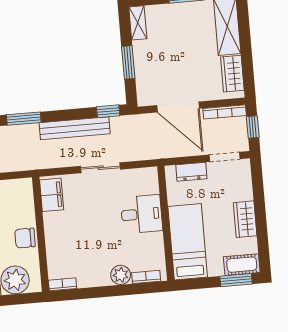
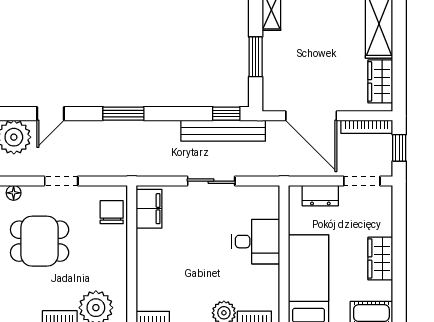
bench: (75, 128) -> (223, 131), moved
chair: (25, 238) -> (112, 212), moved, turned 90

